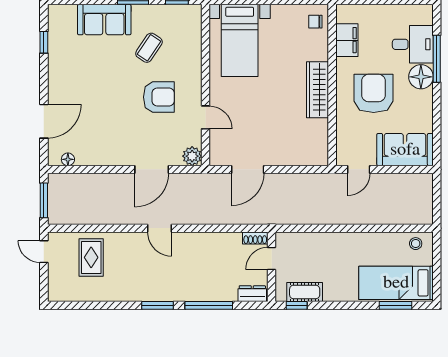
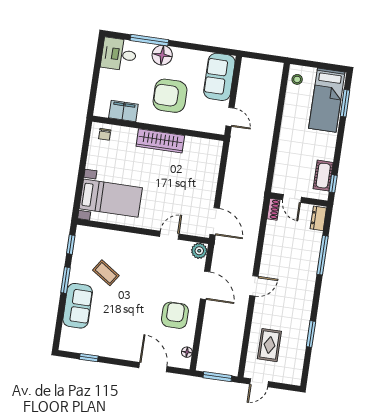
desk: (413, 44) -> (119, 54), moved, turned -90
armchair: (159, 97) -> (175, 315), moved
door: (248, 169) -> (215, 221), moved
rug: (91, 257) -> (269, 345), turned 90
window: (157, 305) -> (311, 334), moved

